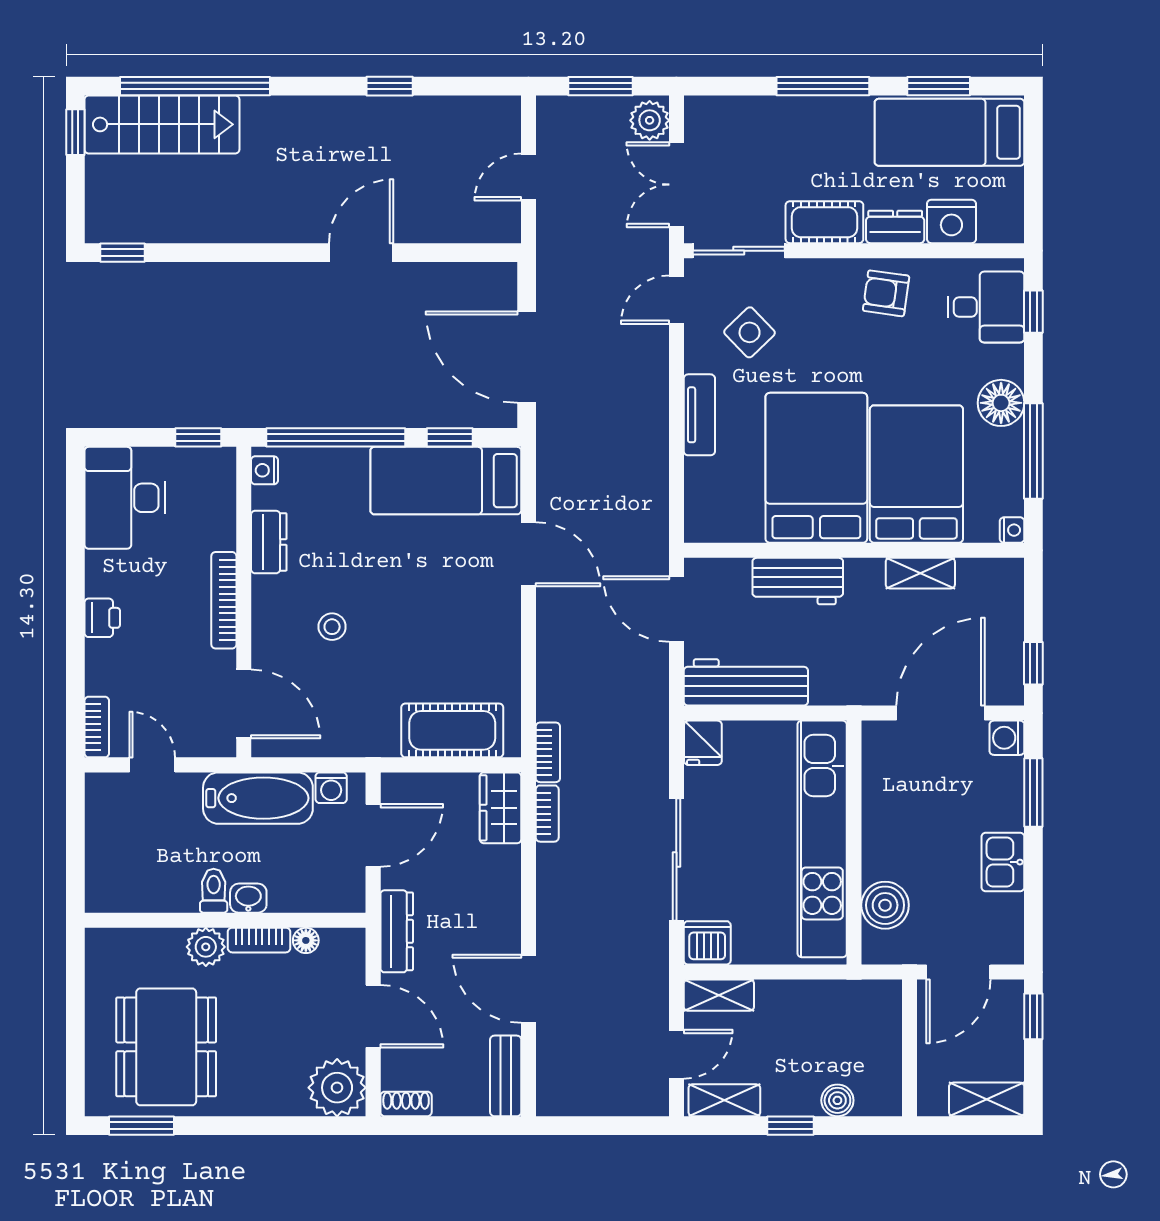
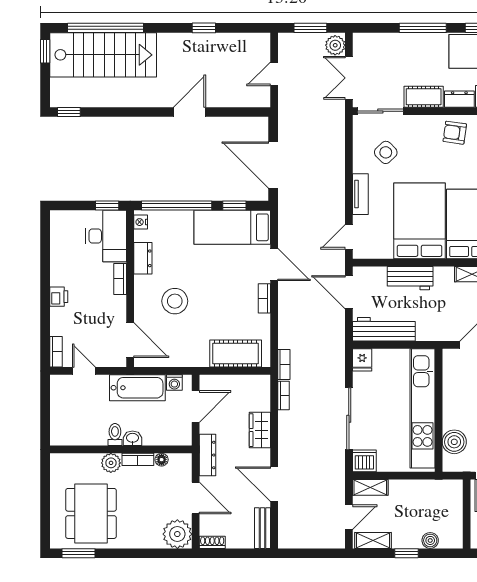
stairs: (162, 124) -> (103, 55), width x1.36, depth x1.51
door: (676, 300) -> (349, 237), moved
desk: (125, 498) -> (106, 236), moved, turned 180
bookcase: (224, 600) -> (120, 279), width x0.64
bookcase: (509, 621) -> (264, 298), added
stool: (332, 627) -> (175, 301), width x1.89, depth x1.89
wardrobe: (500, 808) -> (260, 430), moved

